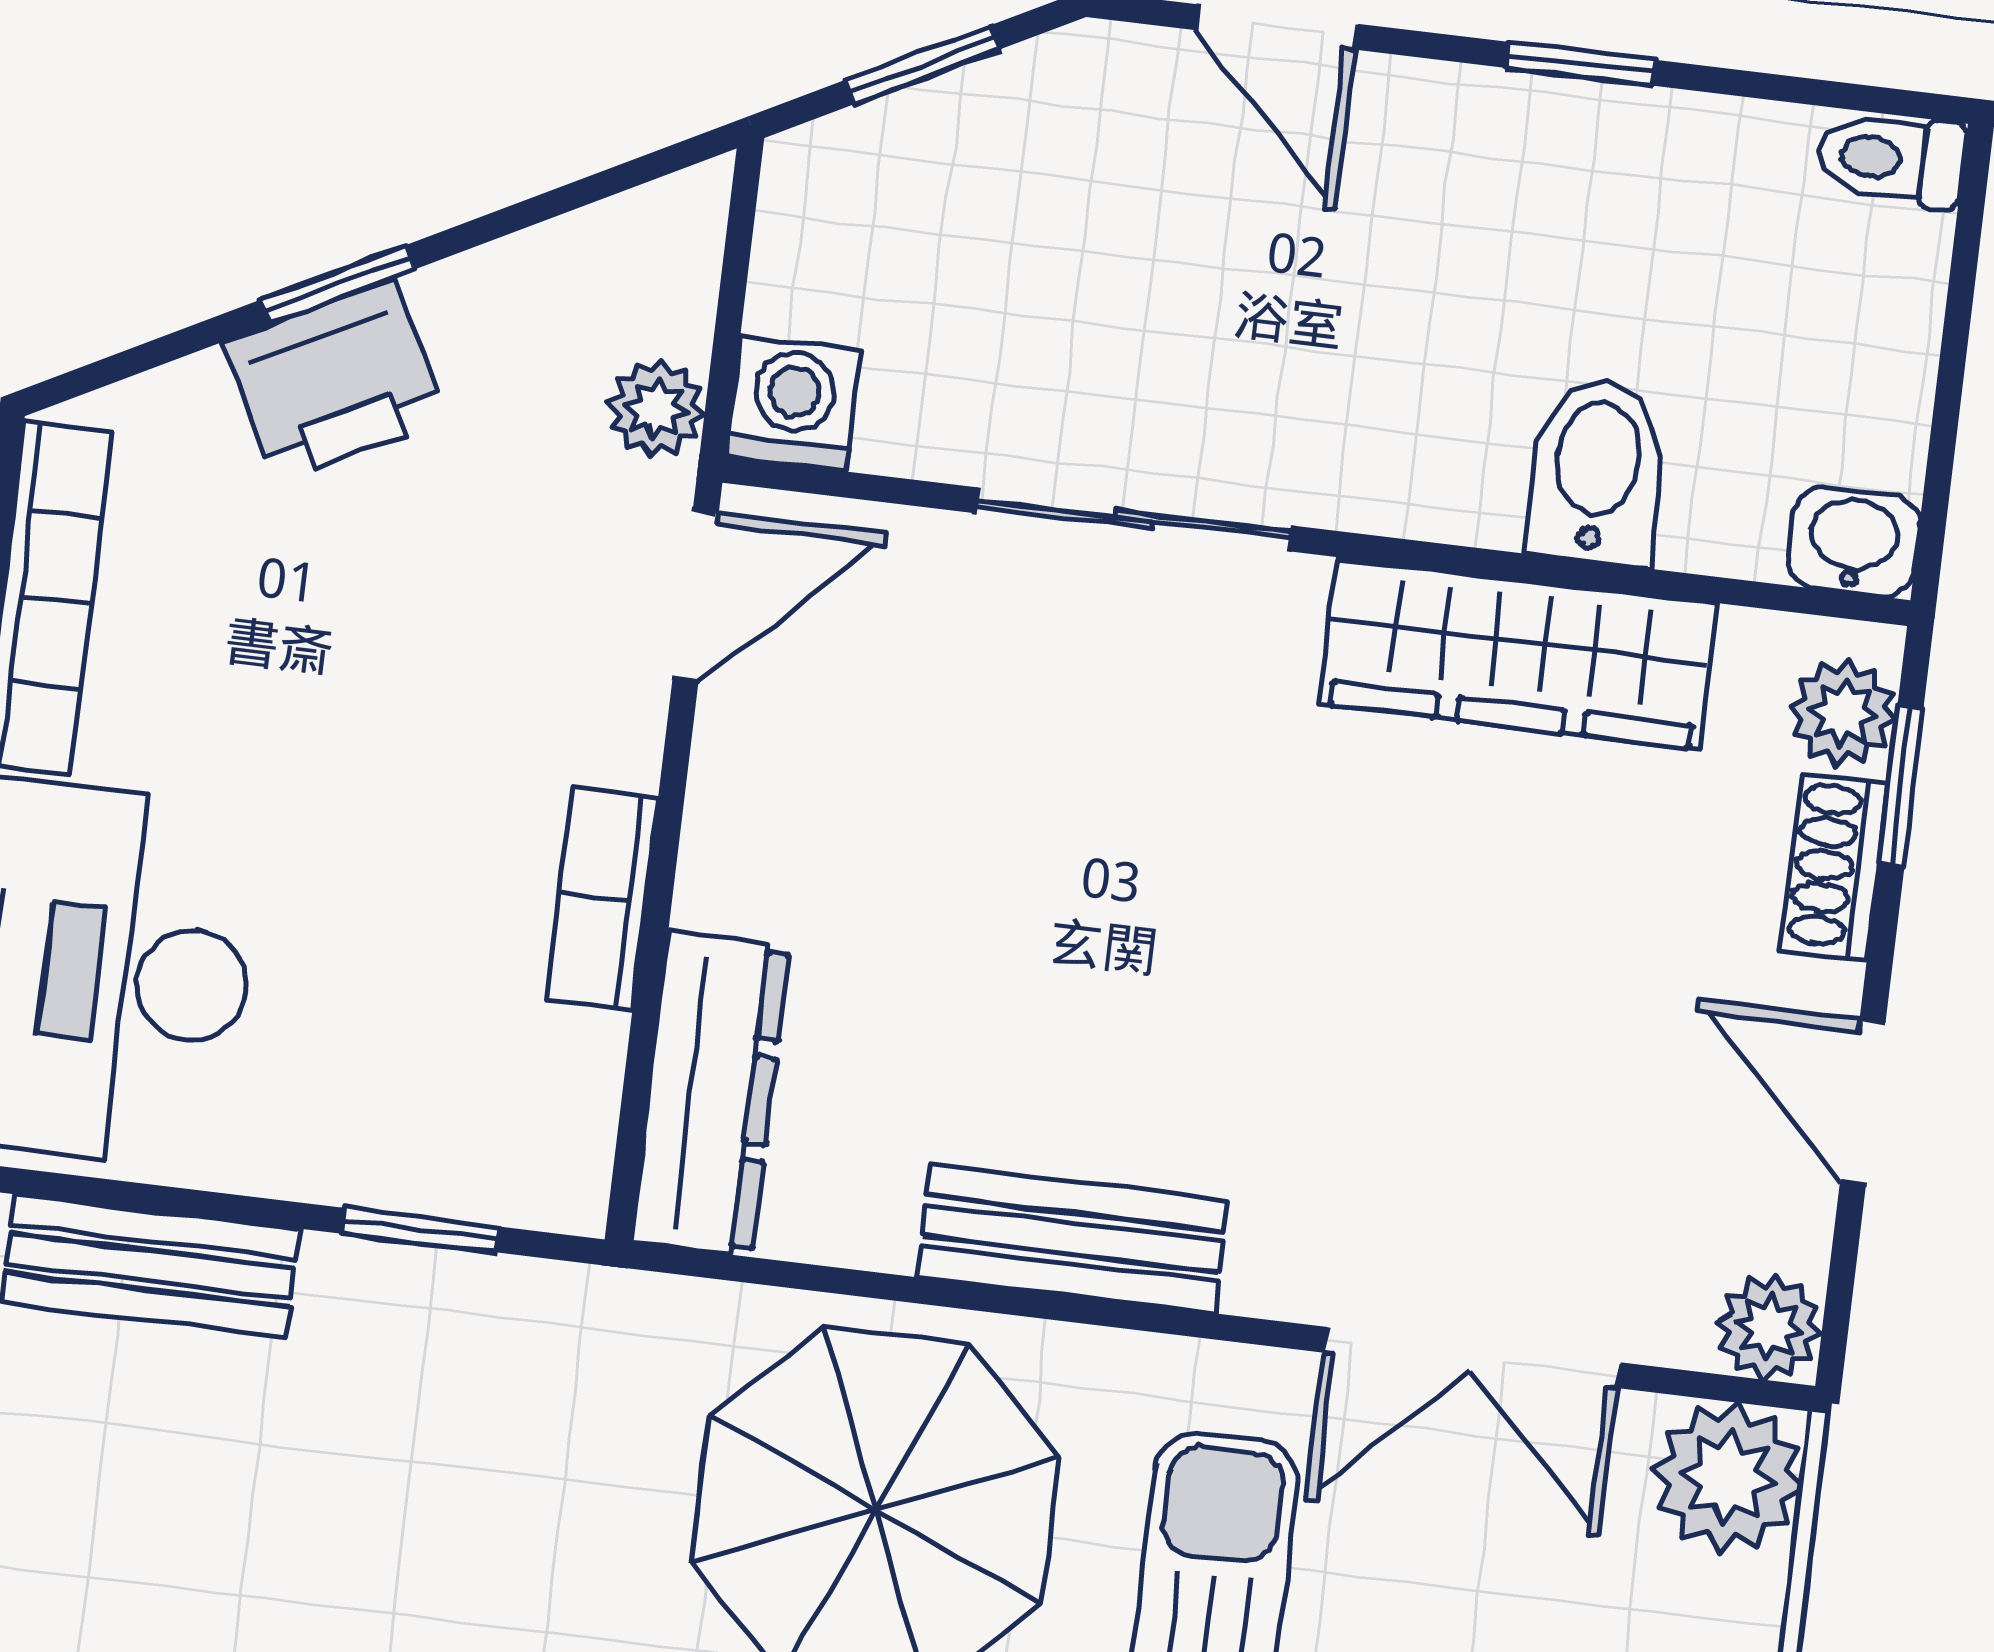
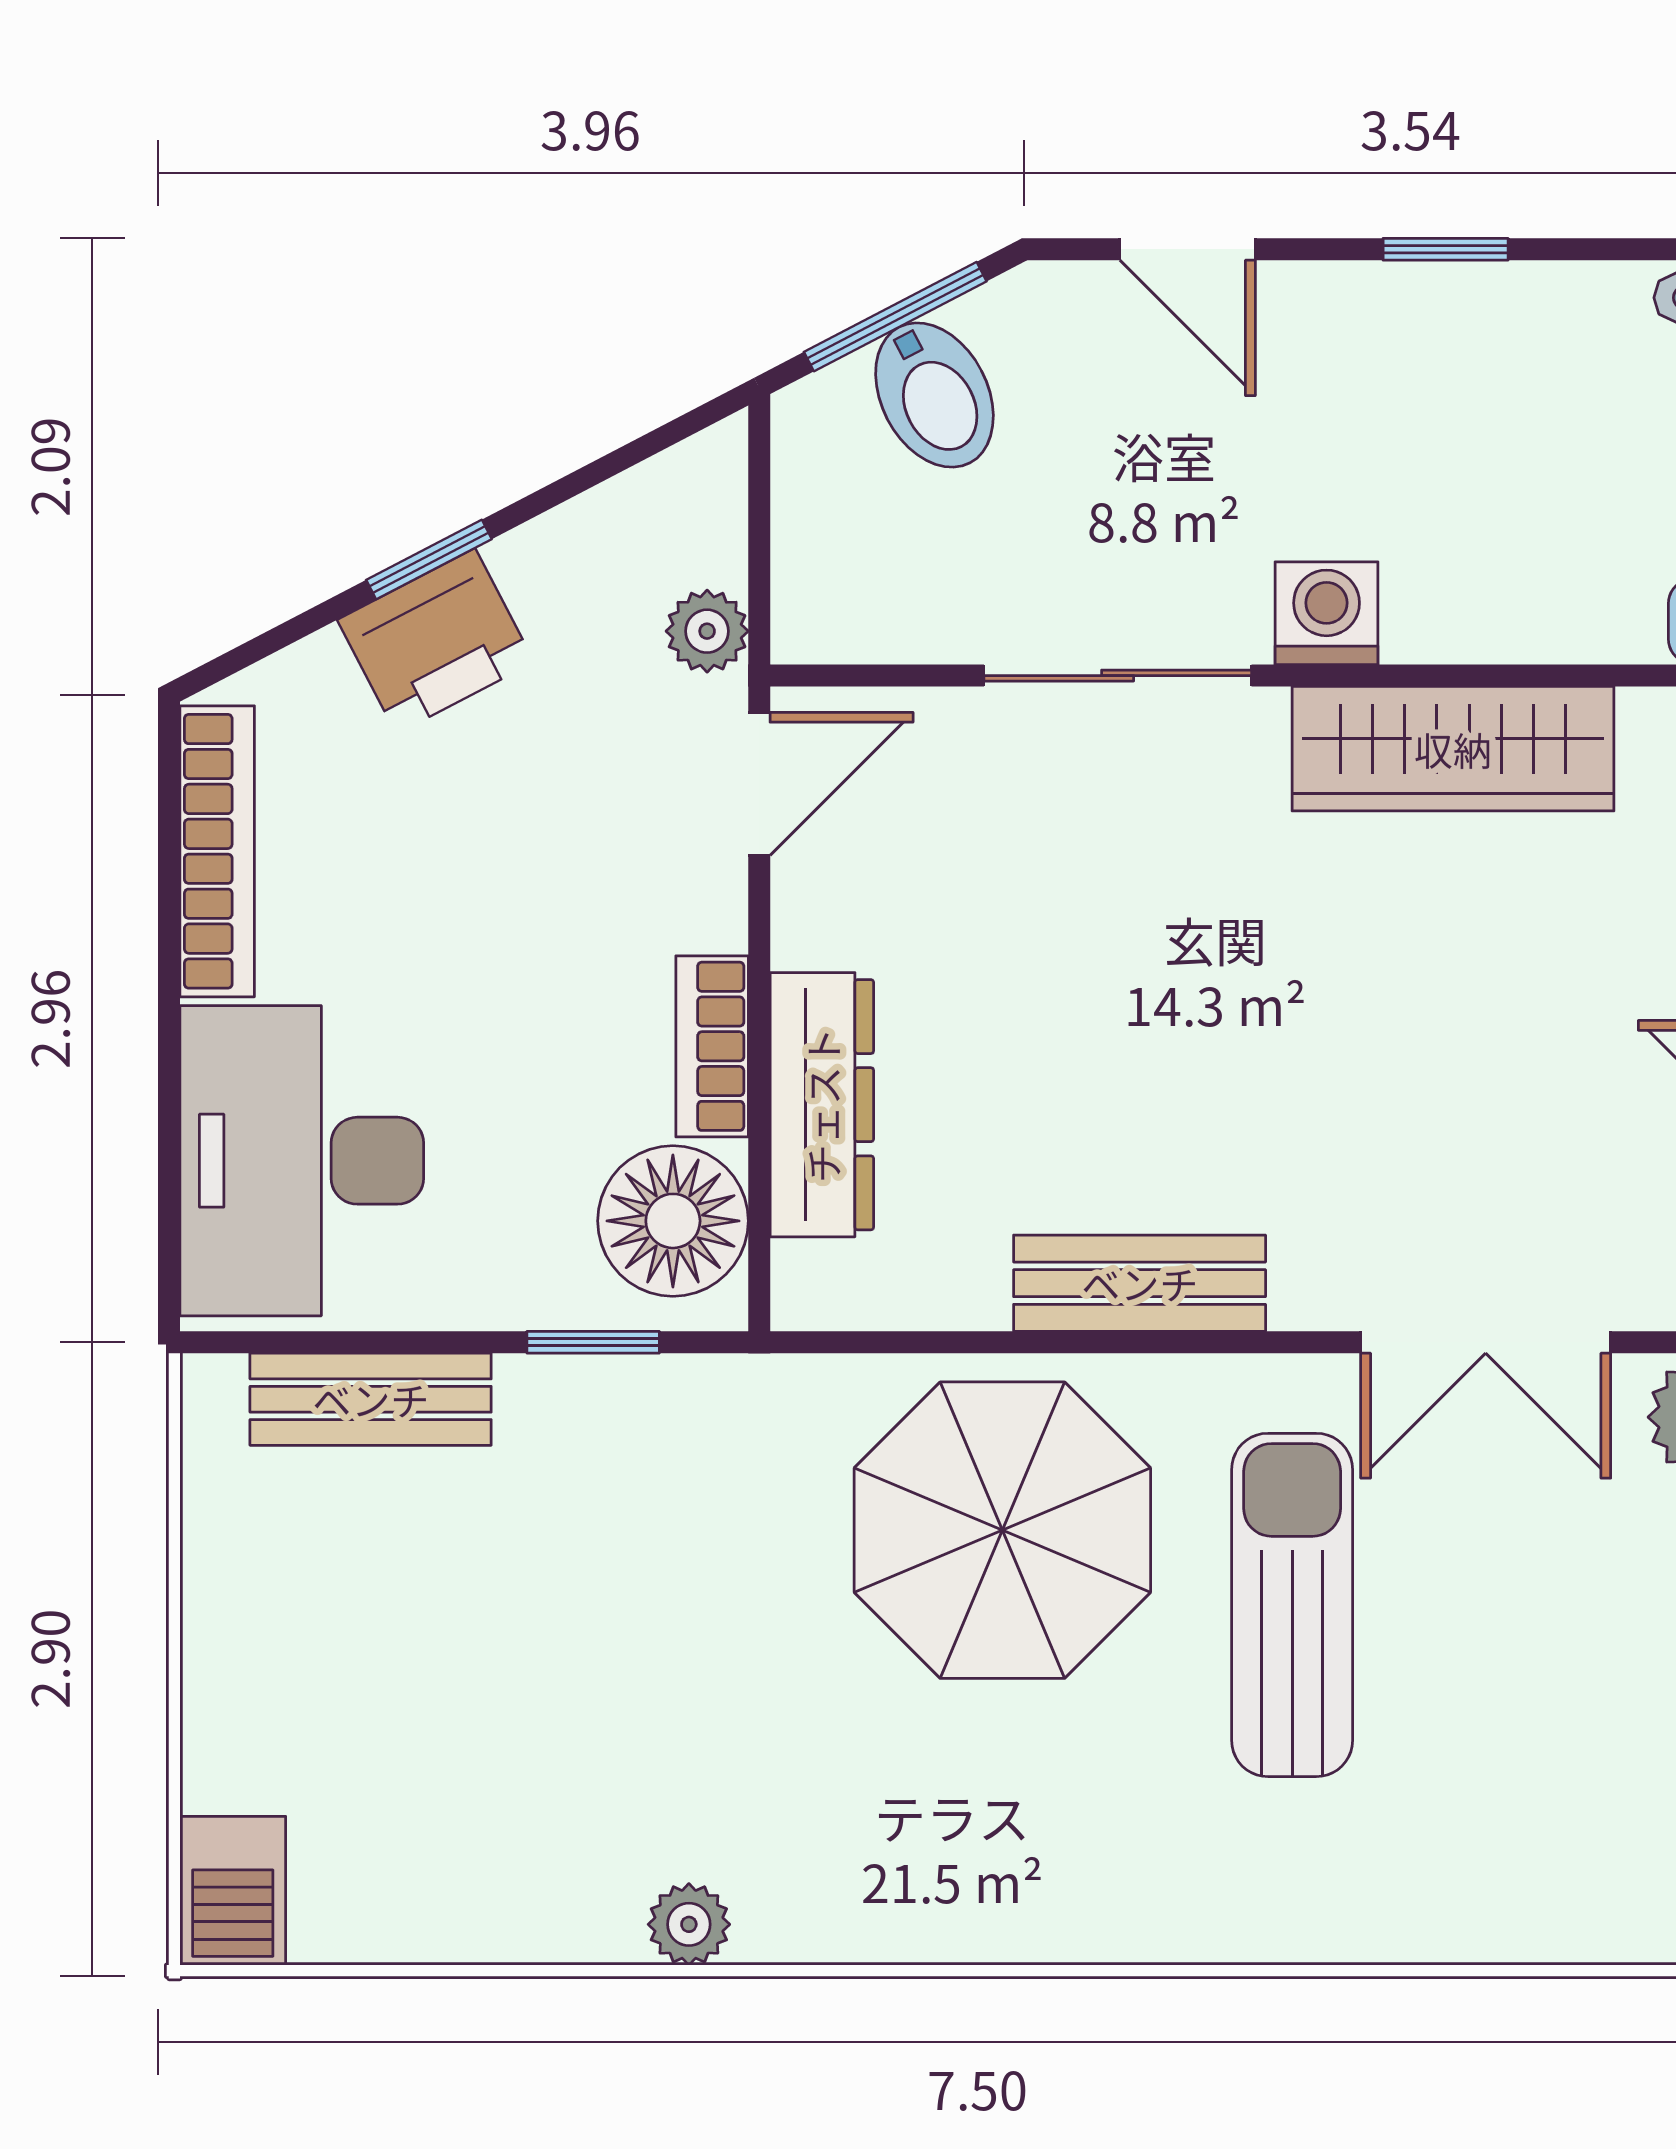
window: (923, 65) -> (895, 317), width x1.50
washing machine: (793, 404) -> (1327, 613), moved
bidet: (1597, 471) -> (934, 395), moved, turned 152
dresser: (710, 1094) -> (822, 1105), moved
floor lamp: (532, 1099) -> (673, 1221), added

